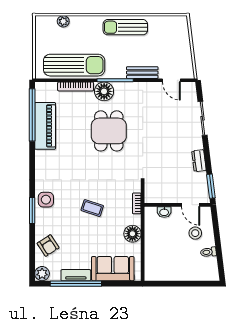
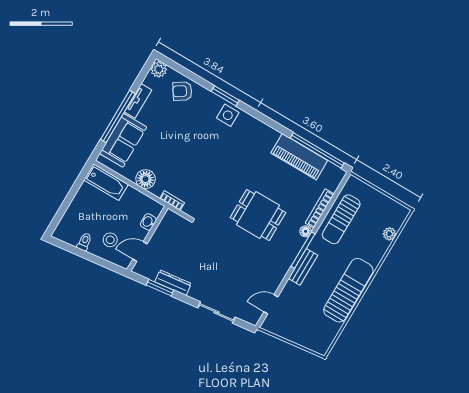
sun lounger: (125, 27) -> (348, 290), width x1.36, depth x1.34
sun lounger: (74, 65) -> (341, 219), width x0.73, depth x0.75
bench: (142, 73) -> (303, 267), moved
floor lamp: (104, 91) -> (306, 231), width x0.53, depth x0.53
dresser: (199, 161) -> (173, 283), width x1.44
window: (211, 186) -> (160, 288), moved
coffee table: (92, 208) -> (193, 155), removed
bathtub: (153, 263) -> (106, 182), added
window: (76, 284) -> (118, 116), moved

